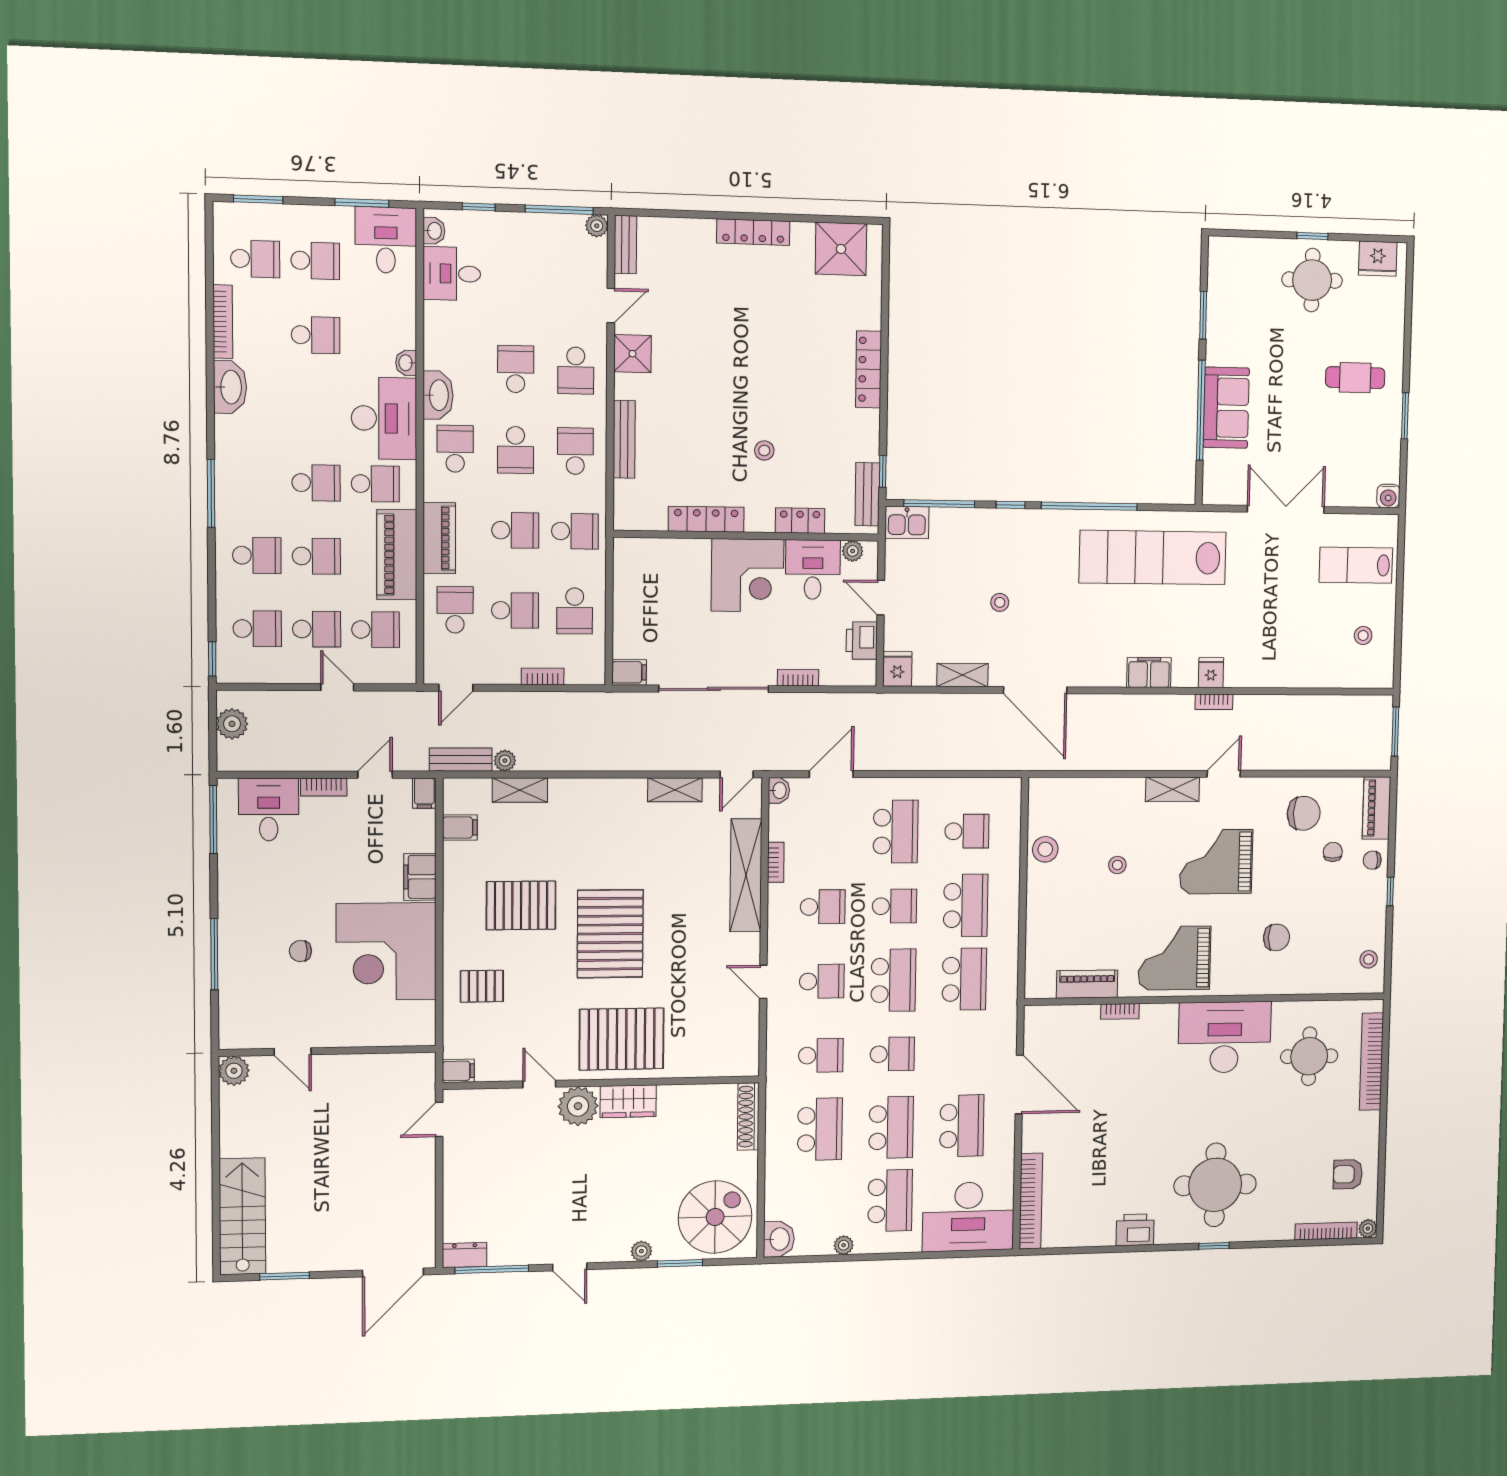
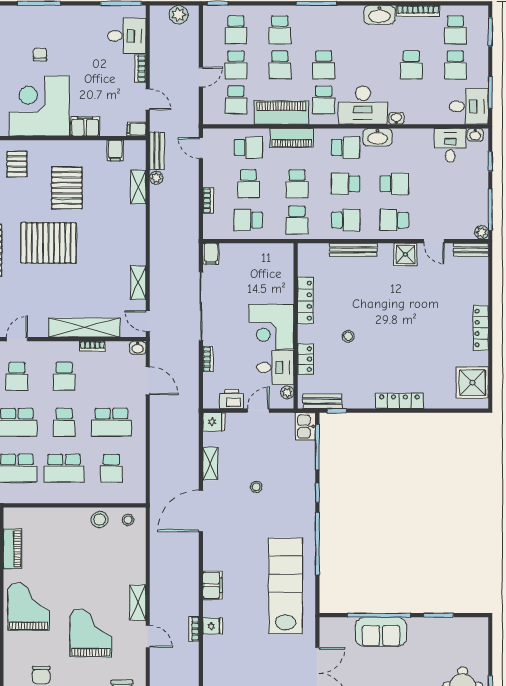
stool: (1117, 865) -> (128, 520), moved

